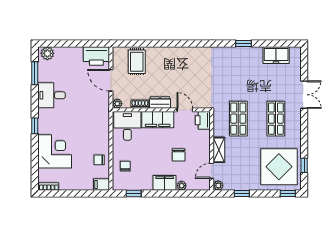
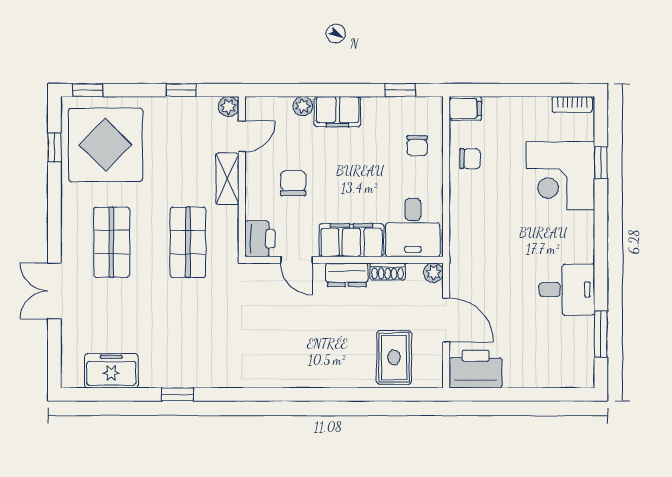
plant: (47, 53) -> (575, 374), removed
window: (35, 126) -> (601, 163), moved
chair: (179, 155) -> (293, 183), moved

